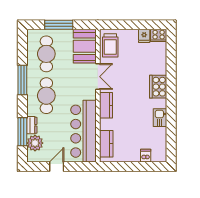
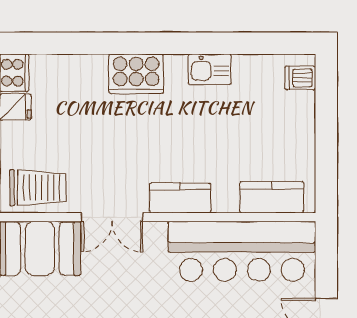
double door: (98, 77) -> (112, 217), swing flipped
dishwasher: (146, 156) -> (300, 78), moved

